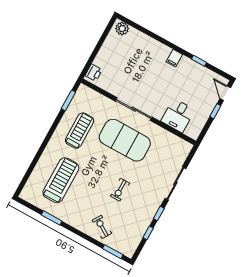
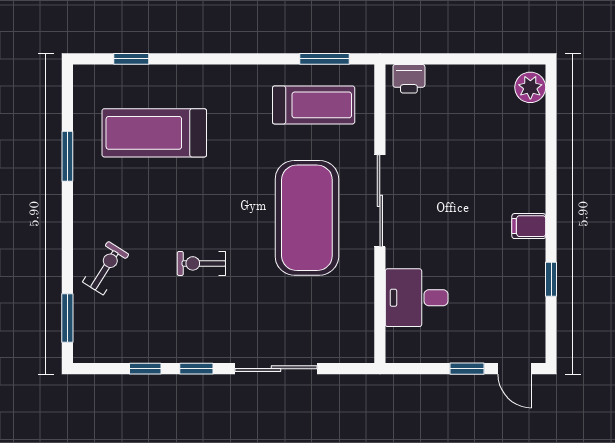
door: (225, 93) -> (515, 369), swing flipped
treadmill: (79, 131) -> (314, 105), moved
window: (28, 173) -> (131, 59), added
treadmill: (61, 180) -> (154, 133), turned 180

